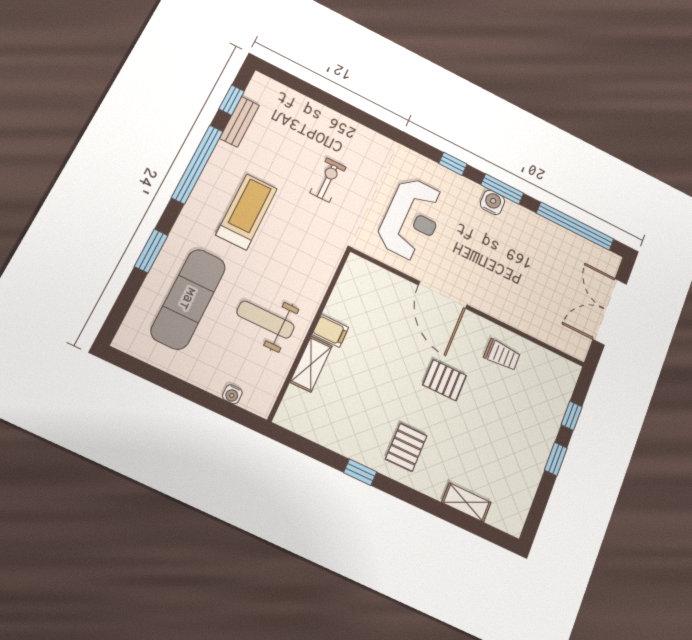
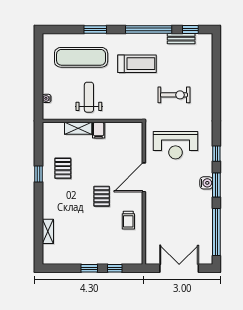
exercise bike: (328, 180) -> (174, 95), width x1.38, depth x1.39
pallet: (406, 447) -> (63, 168), moved, turned 90

